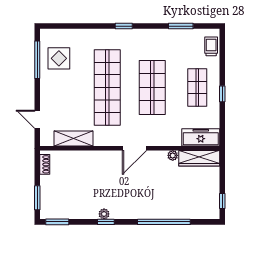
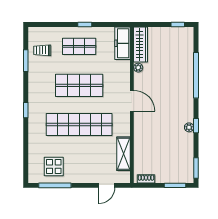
trolley: (211, 46) -> (42, 50), moved

